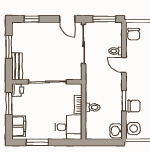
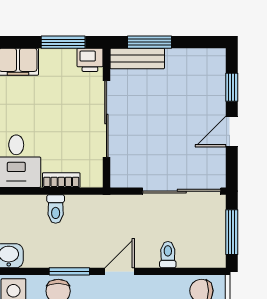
door: (67, 19) -> (232, 132), moved
window: (9, 47) -> (150, 42), moved
door: (124, 65) -> (120, 271), moved

